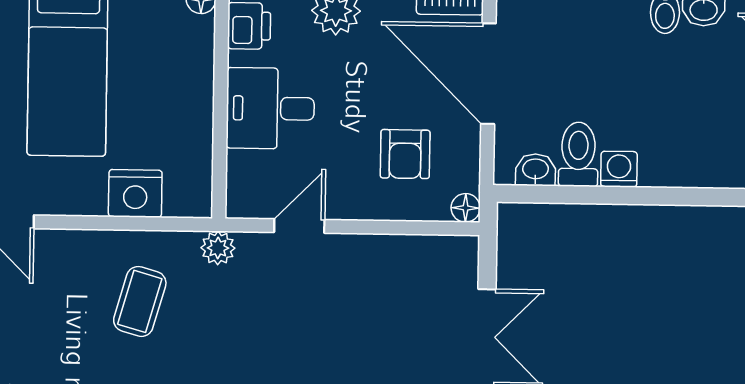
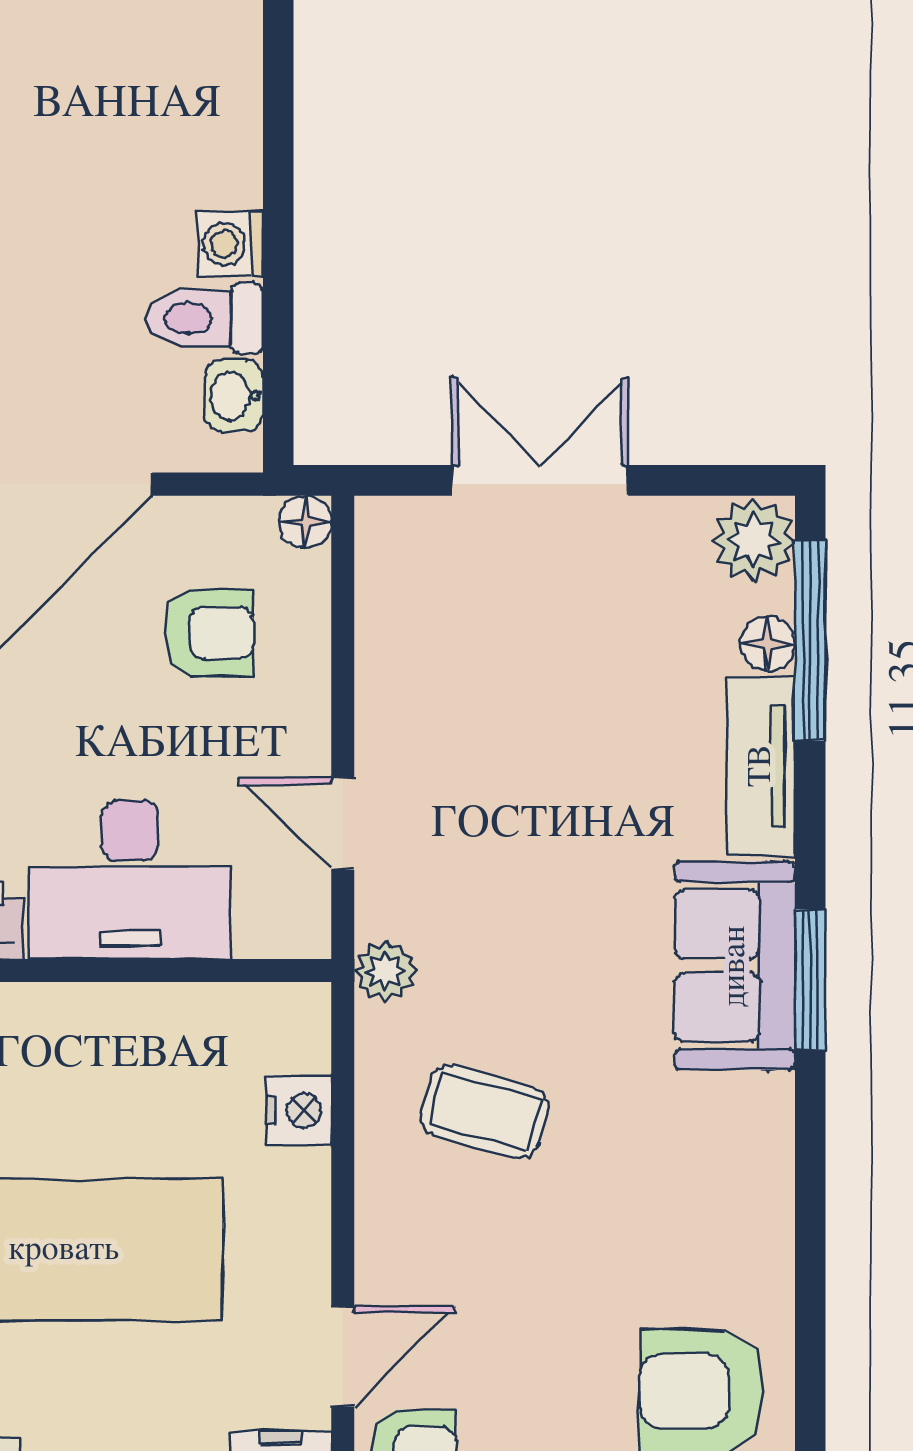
desk: (270, 108) -> (130, 880), width x1.37
nightstand: (135, 193) -> (299, 1110), width x0.74, depth x0.75

